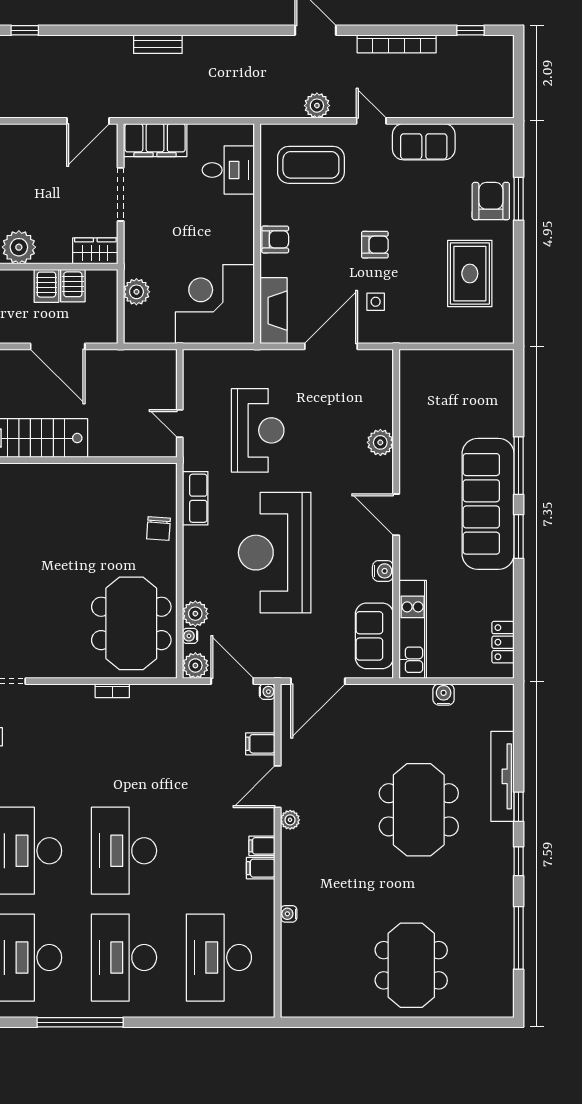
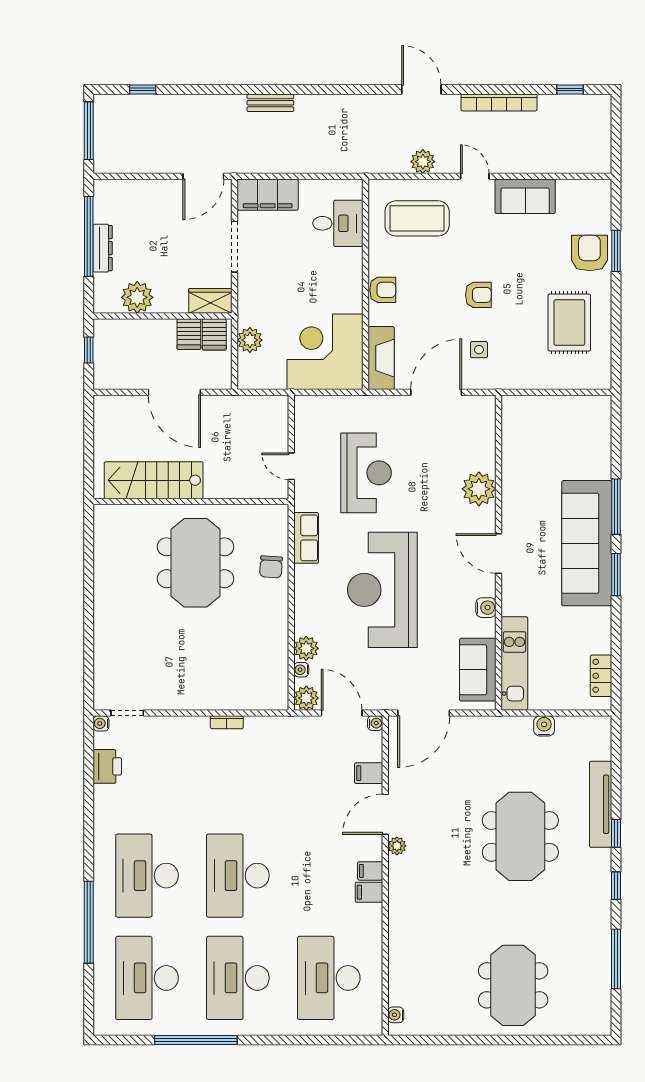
server rack: (46, 286) -> (214, 334), moved
plant: (380, 442) -> (479, 489), width x1.36, depth x1.36
meeting table: (131, 623) -> (195, 563), moved
water cooler: (289, 914) -> (396, 1015), moved

